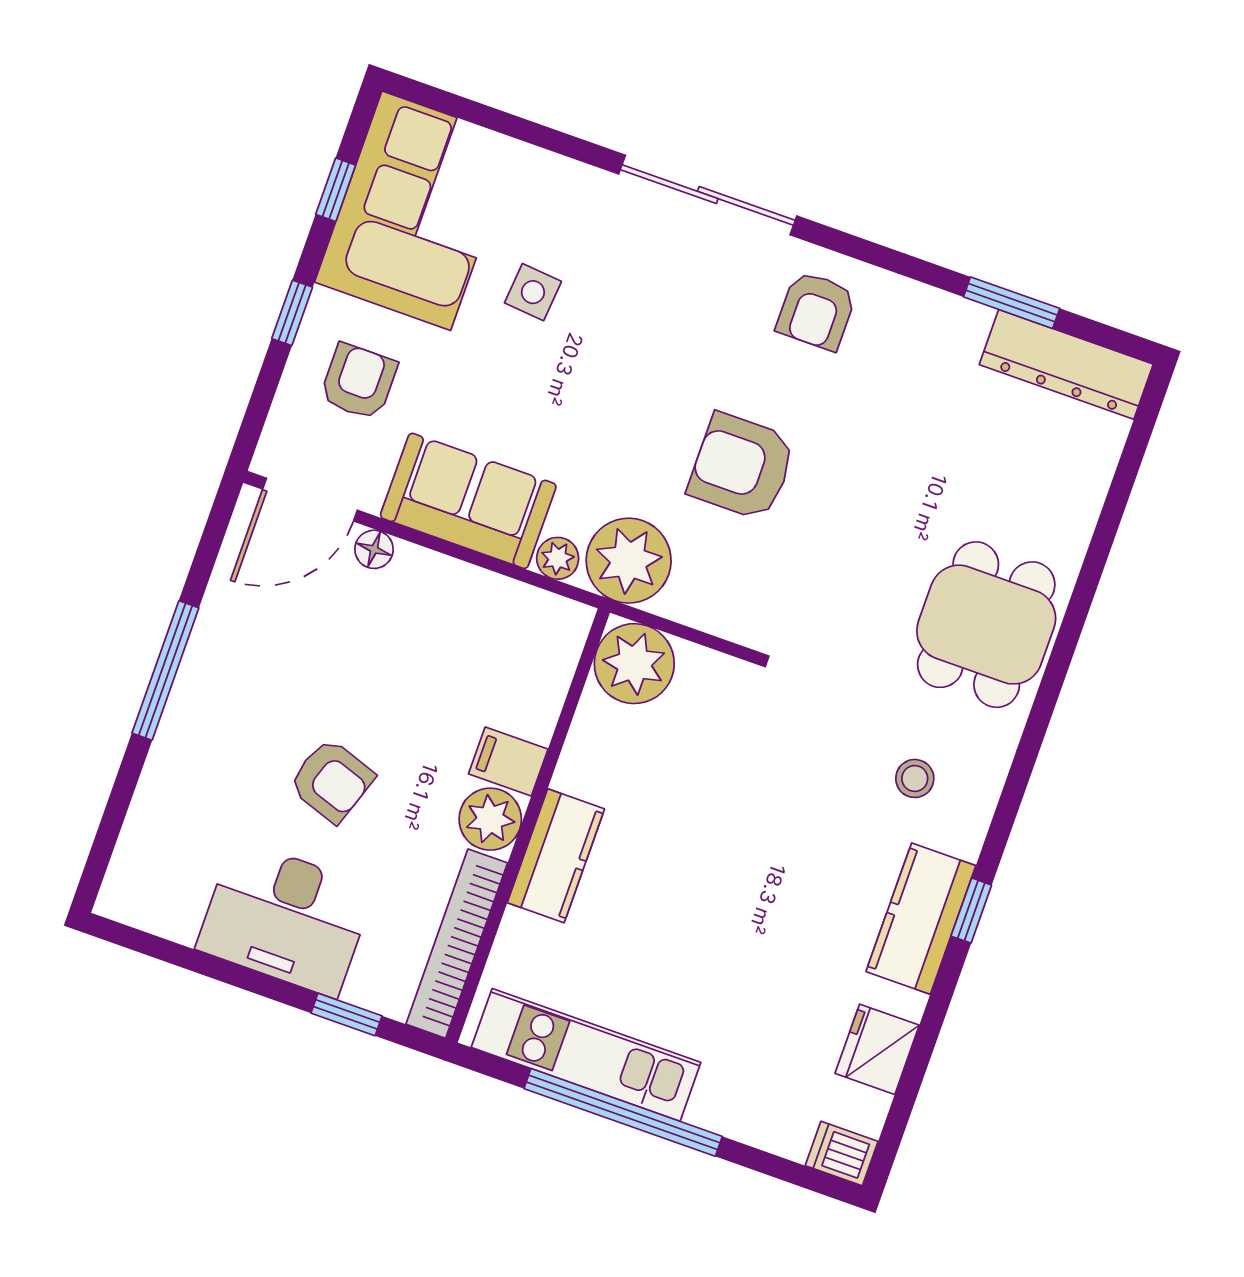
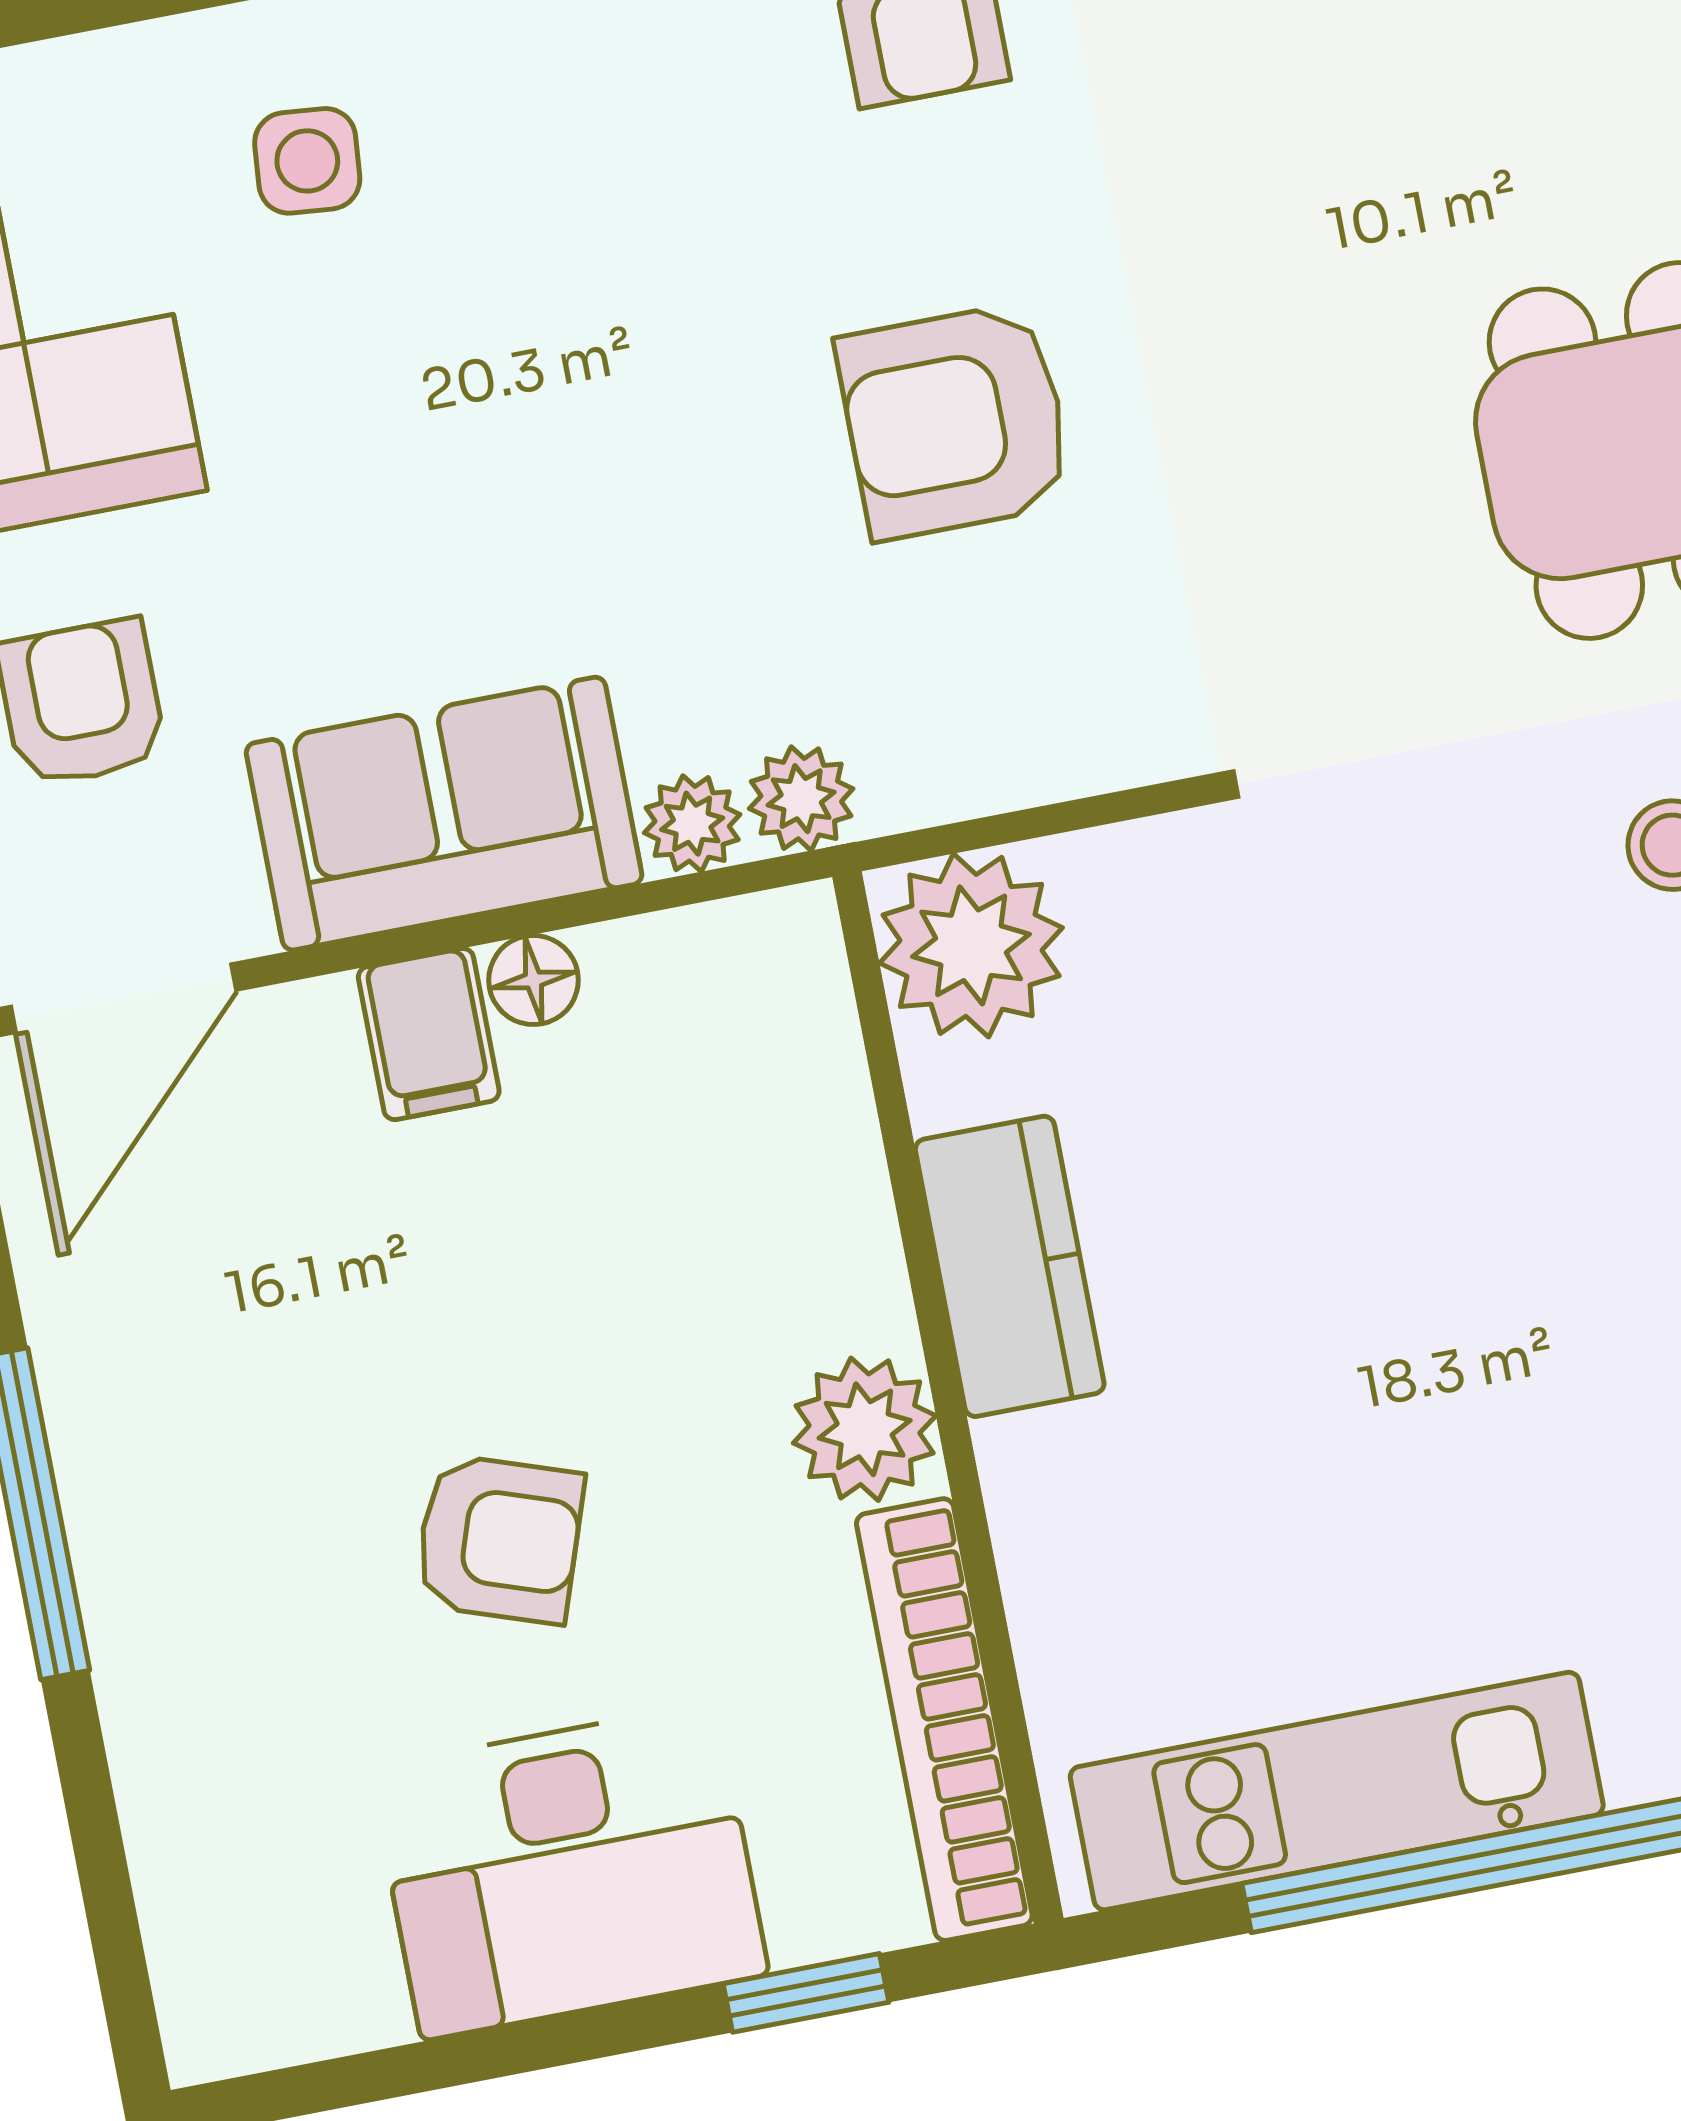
side table: (533, 292) -> (307, 161), moved
floor lamp: (374, 549) -> (534, 980), moved
plant: (629, 561) -> (801, 799), width x0.53, depth x0.53
filing cabinet: (508, 761) -> (429, 1034), moved, turned -90
kitchen counter: (556, 856) -> (1010, 1266), moved

